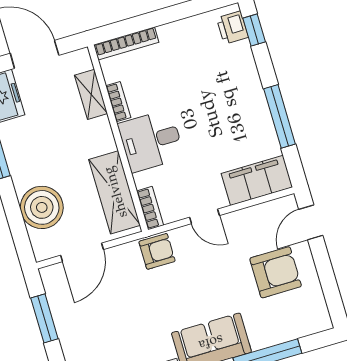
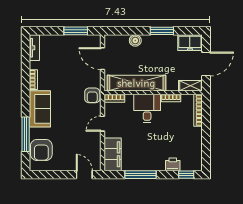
printer: (232, 28) -> (173, 164), moved
shelving: (91, 94) -> (190, 86), moved
shelving: (115, 192) -> (136, 83), width x1.47
boiler: (42, 207) -> (135, 40), width x0.54, depth x0.54
armchair: (276, 272) -> (41, 150), moved

